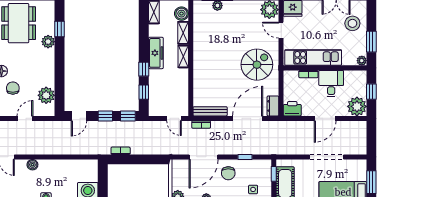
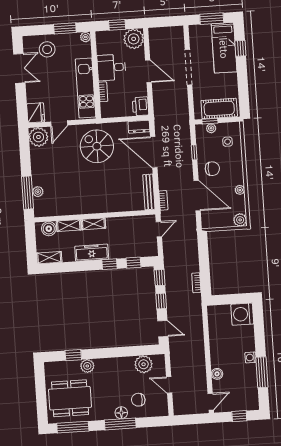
plant: (267, 175) -> (211, 128), added

